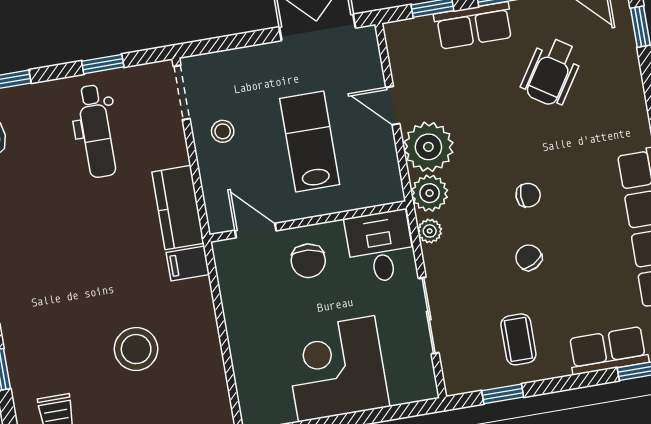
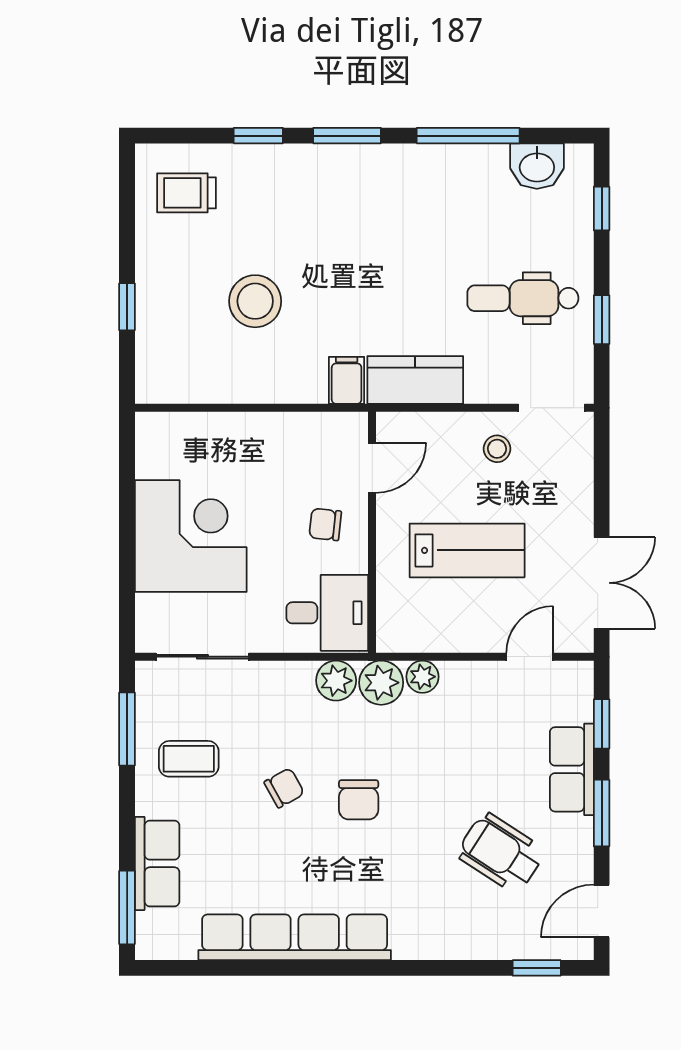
door: (393, 106) -> (530, 657), moved
plant: (428, 147) -> (422, 677), width x0.53, depth x0.53
chair: (528, 195) -> (359, 800), width x1.37, depth x1.37
plant: (430, 231) -> (336, 681), width x1.38, depth x1.38
chair: (308, 261) -> (325, 524), width x0.73, depth x0.73
sliding door: (429, 316) -> (202, 657), moved
window: (503, 394) -> (127, 729), width x1.50

